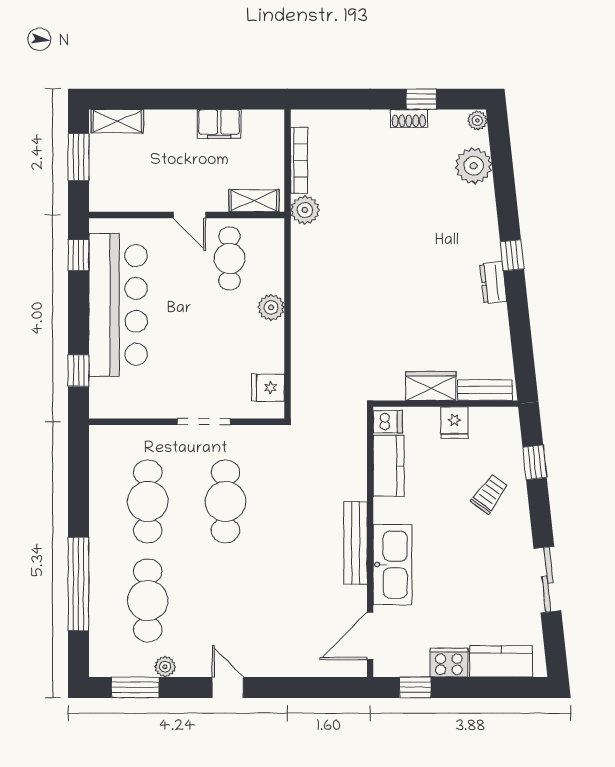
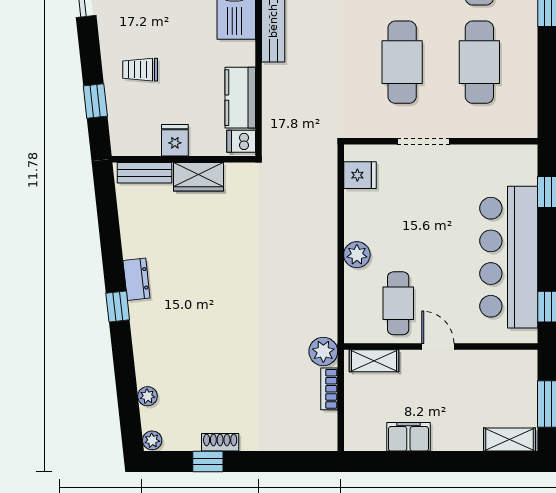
bookcase: (299, 160) -> (329, 389), width x0.64
plant: (474, 166) -> (147, 396), width x0.53, depth x0.53
trolley: (490, 494) -> (140, 70), turned 54

